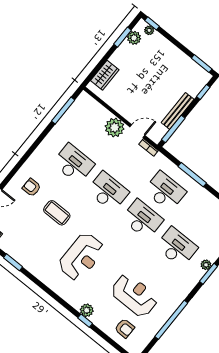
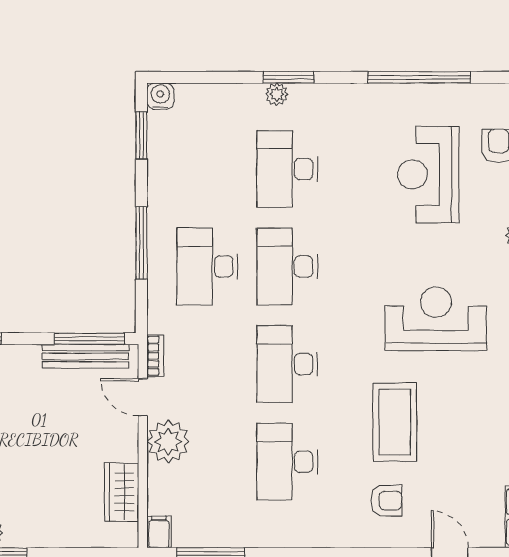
wardrobe: (105, 75) -> (122, 492), moved, turned -90
filing cabinet: (85, 98) -> (159, 532), added
bench: (178, 111) -> (85, 356), moved
armchair: (32, 187) -> (386, 501), turned -90
coffee table: (57, 213) -> (395, 422), width x1.36, depth x1.32

